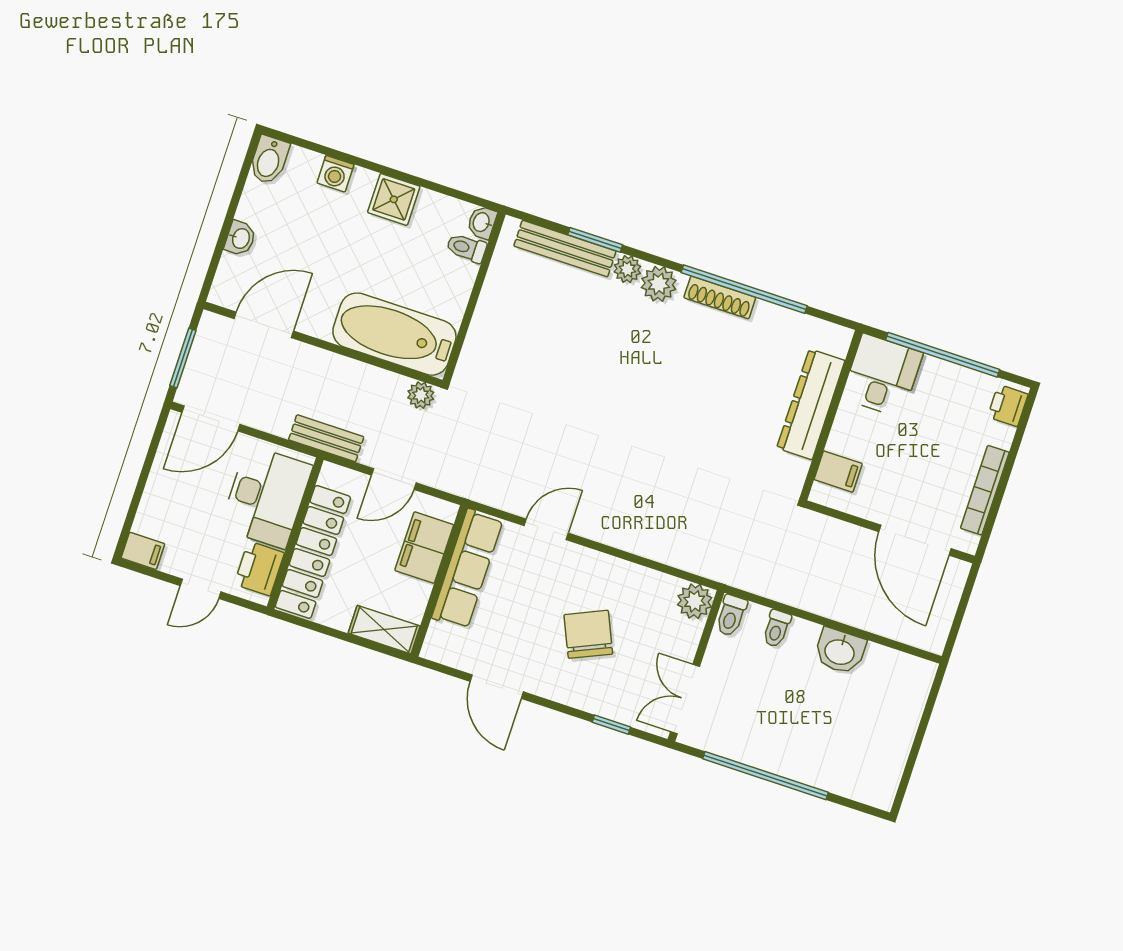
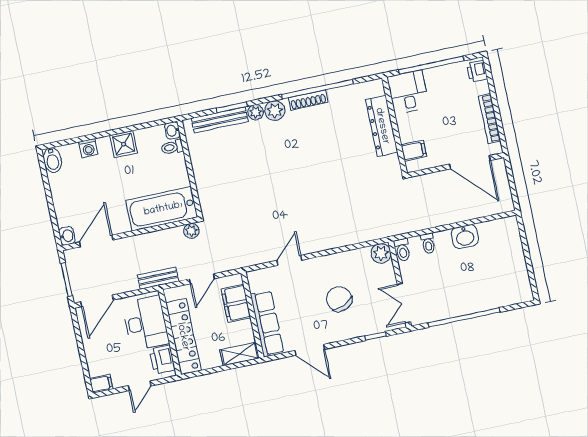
washbasin: (240, 238) -> (67, 236), moved
row of seats: (467, 569) -> (267, 323), moved

